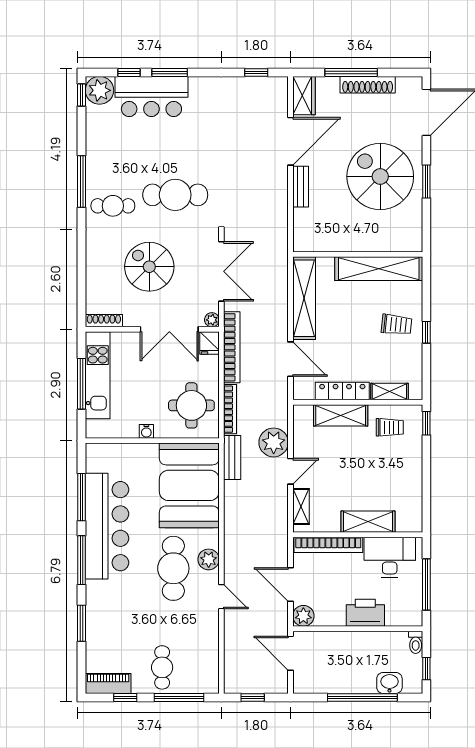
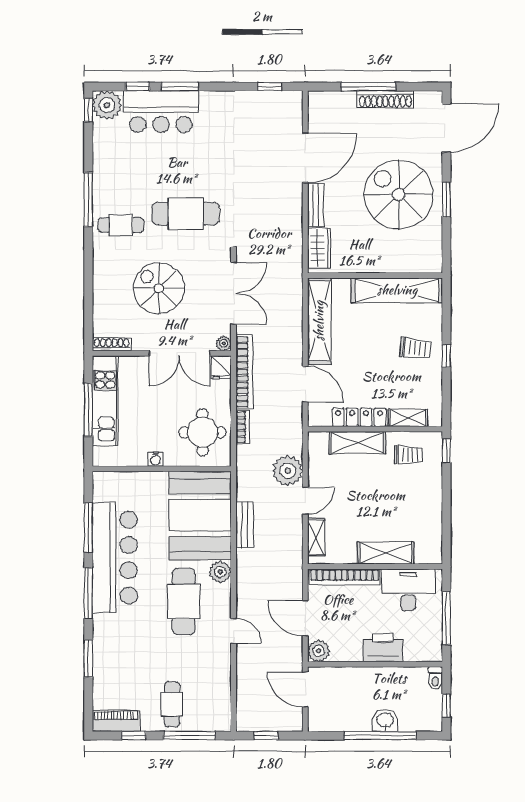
wardrobe: (304, 96) -> (319, 248), moved
bookcase: (230, 409) -> (242, 427), width x0.64
bench: (232, 457) -> (245, 525), moved
plant: (209, 559) -> (220, 572), moved
washbasin: (389, 683) -> (385, 720), moved

